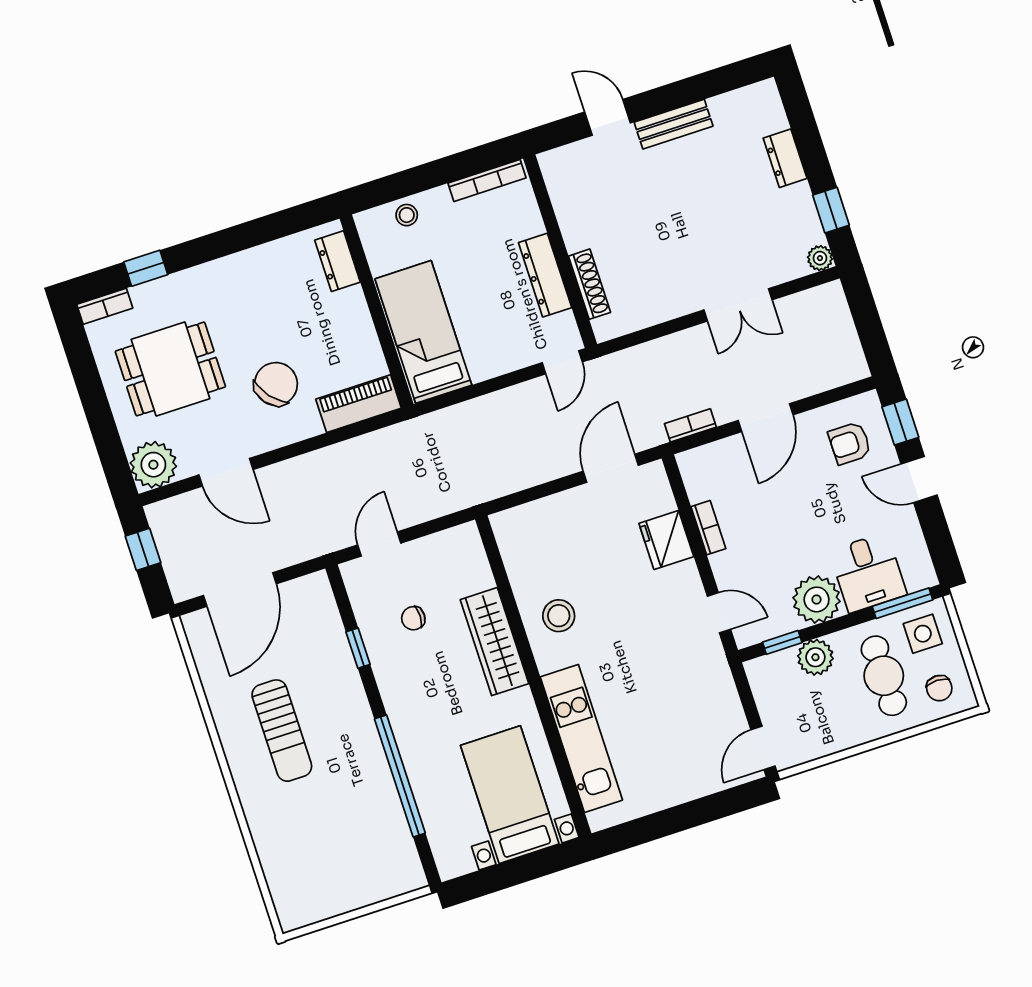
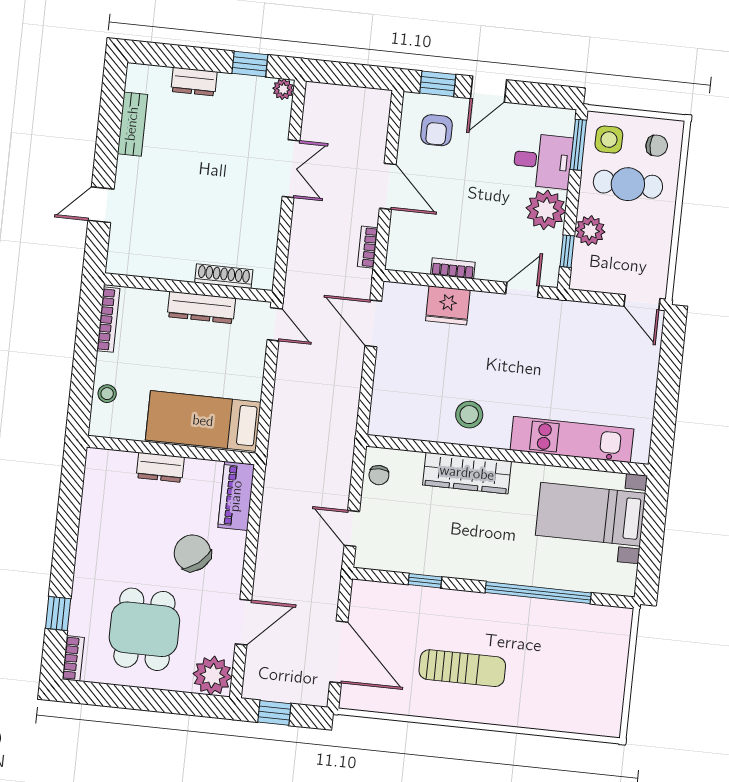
bench: (674, 124) -> (132, 124), moved
dresser: (337, 261) -> (160, 467), moved
chair: (413, 618) -> (379, 475), moved

